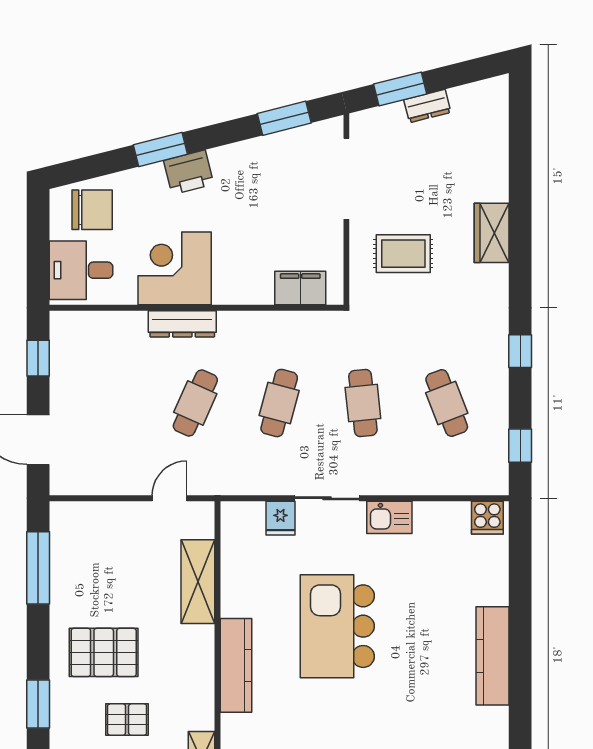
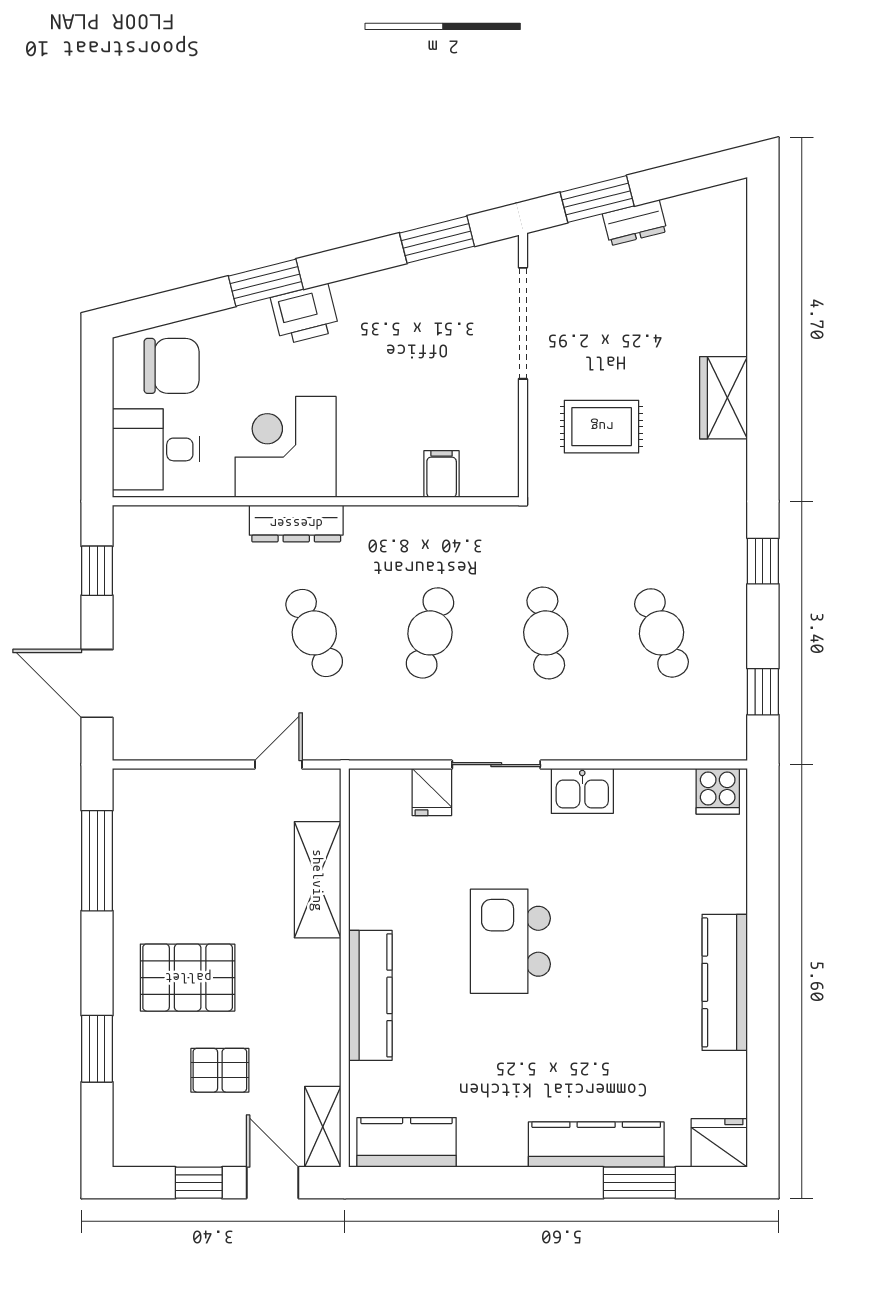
filing cabinet: (300, 288) -> (442, 474), width x0.50
cafe table: (195, 403) -> (314, 633), turned -48
kitchen island: (337, 626) -> (510, 941), width x0.73, depth x0.78

